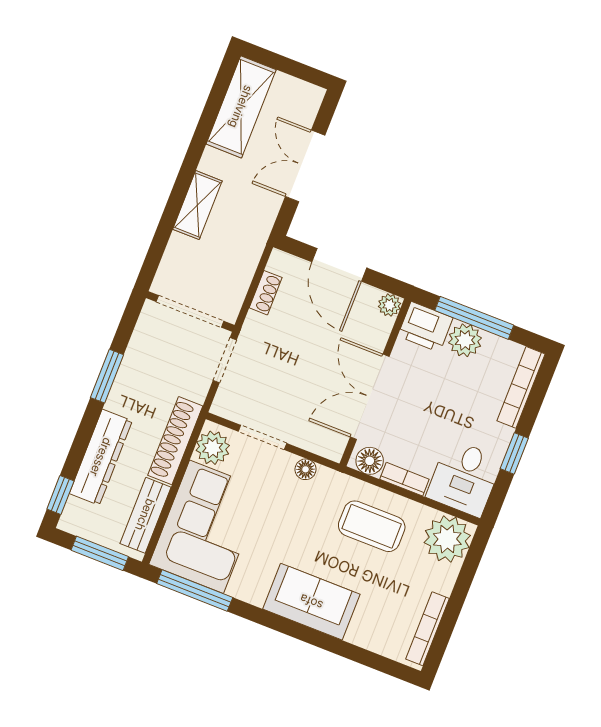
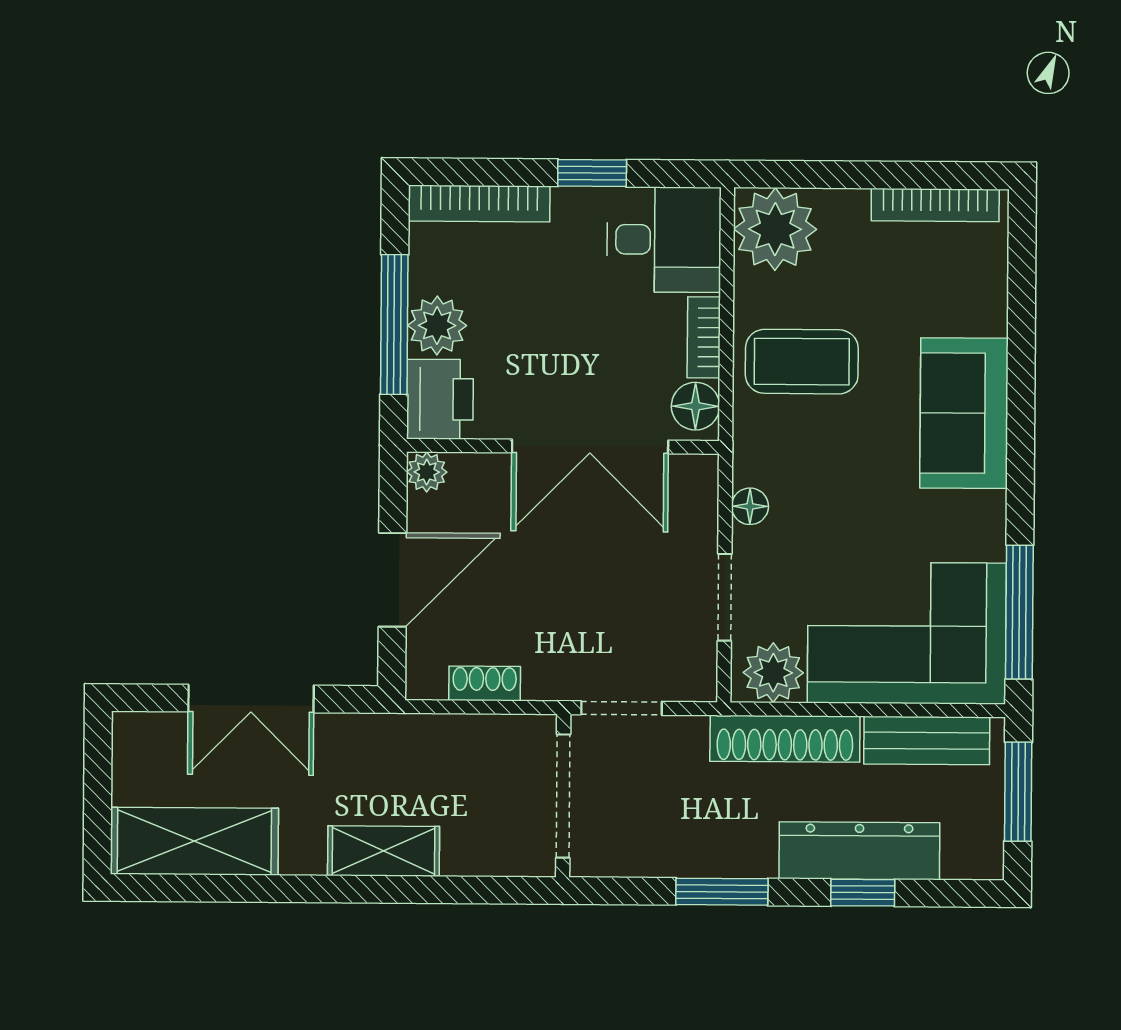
window: (60, 495) -> (863, 893), moved
coffee table: (372, 526) -> (802, 362), turned 90

